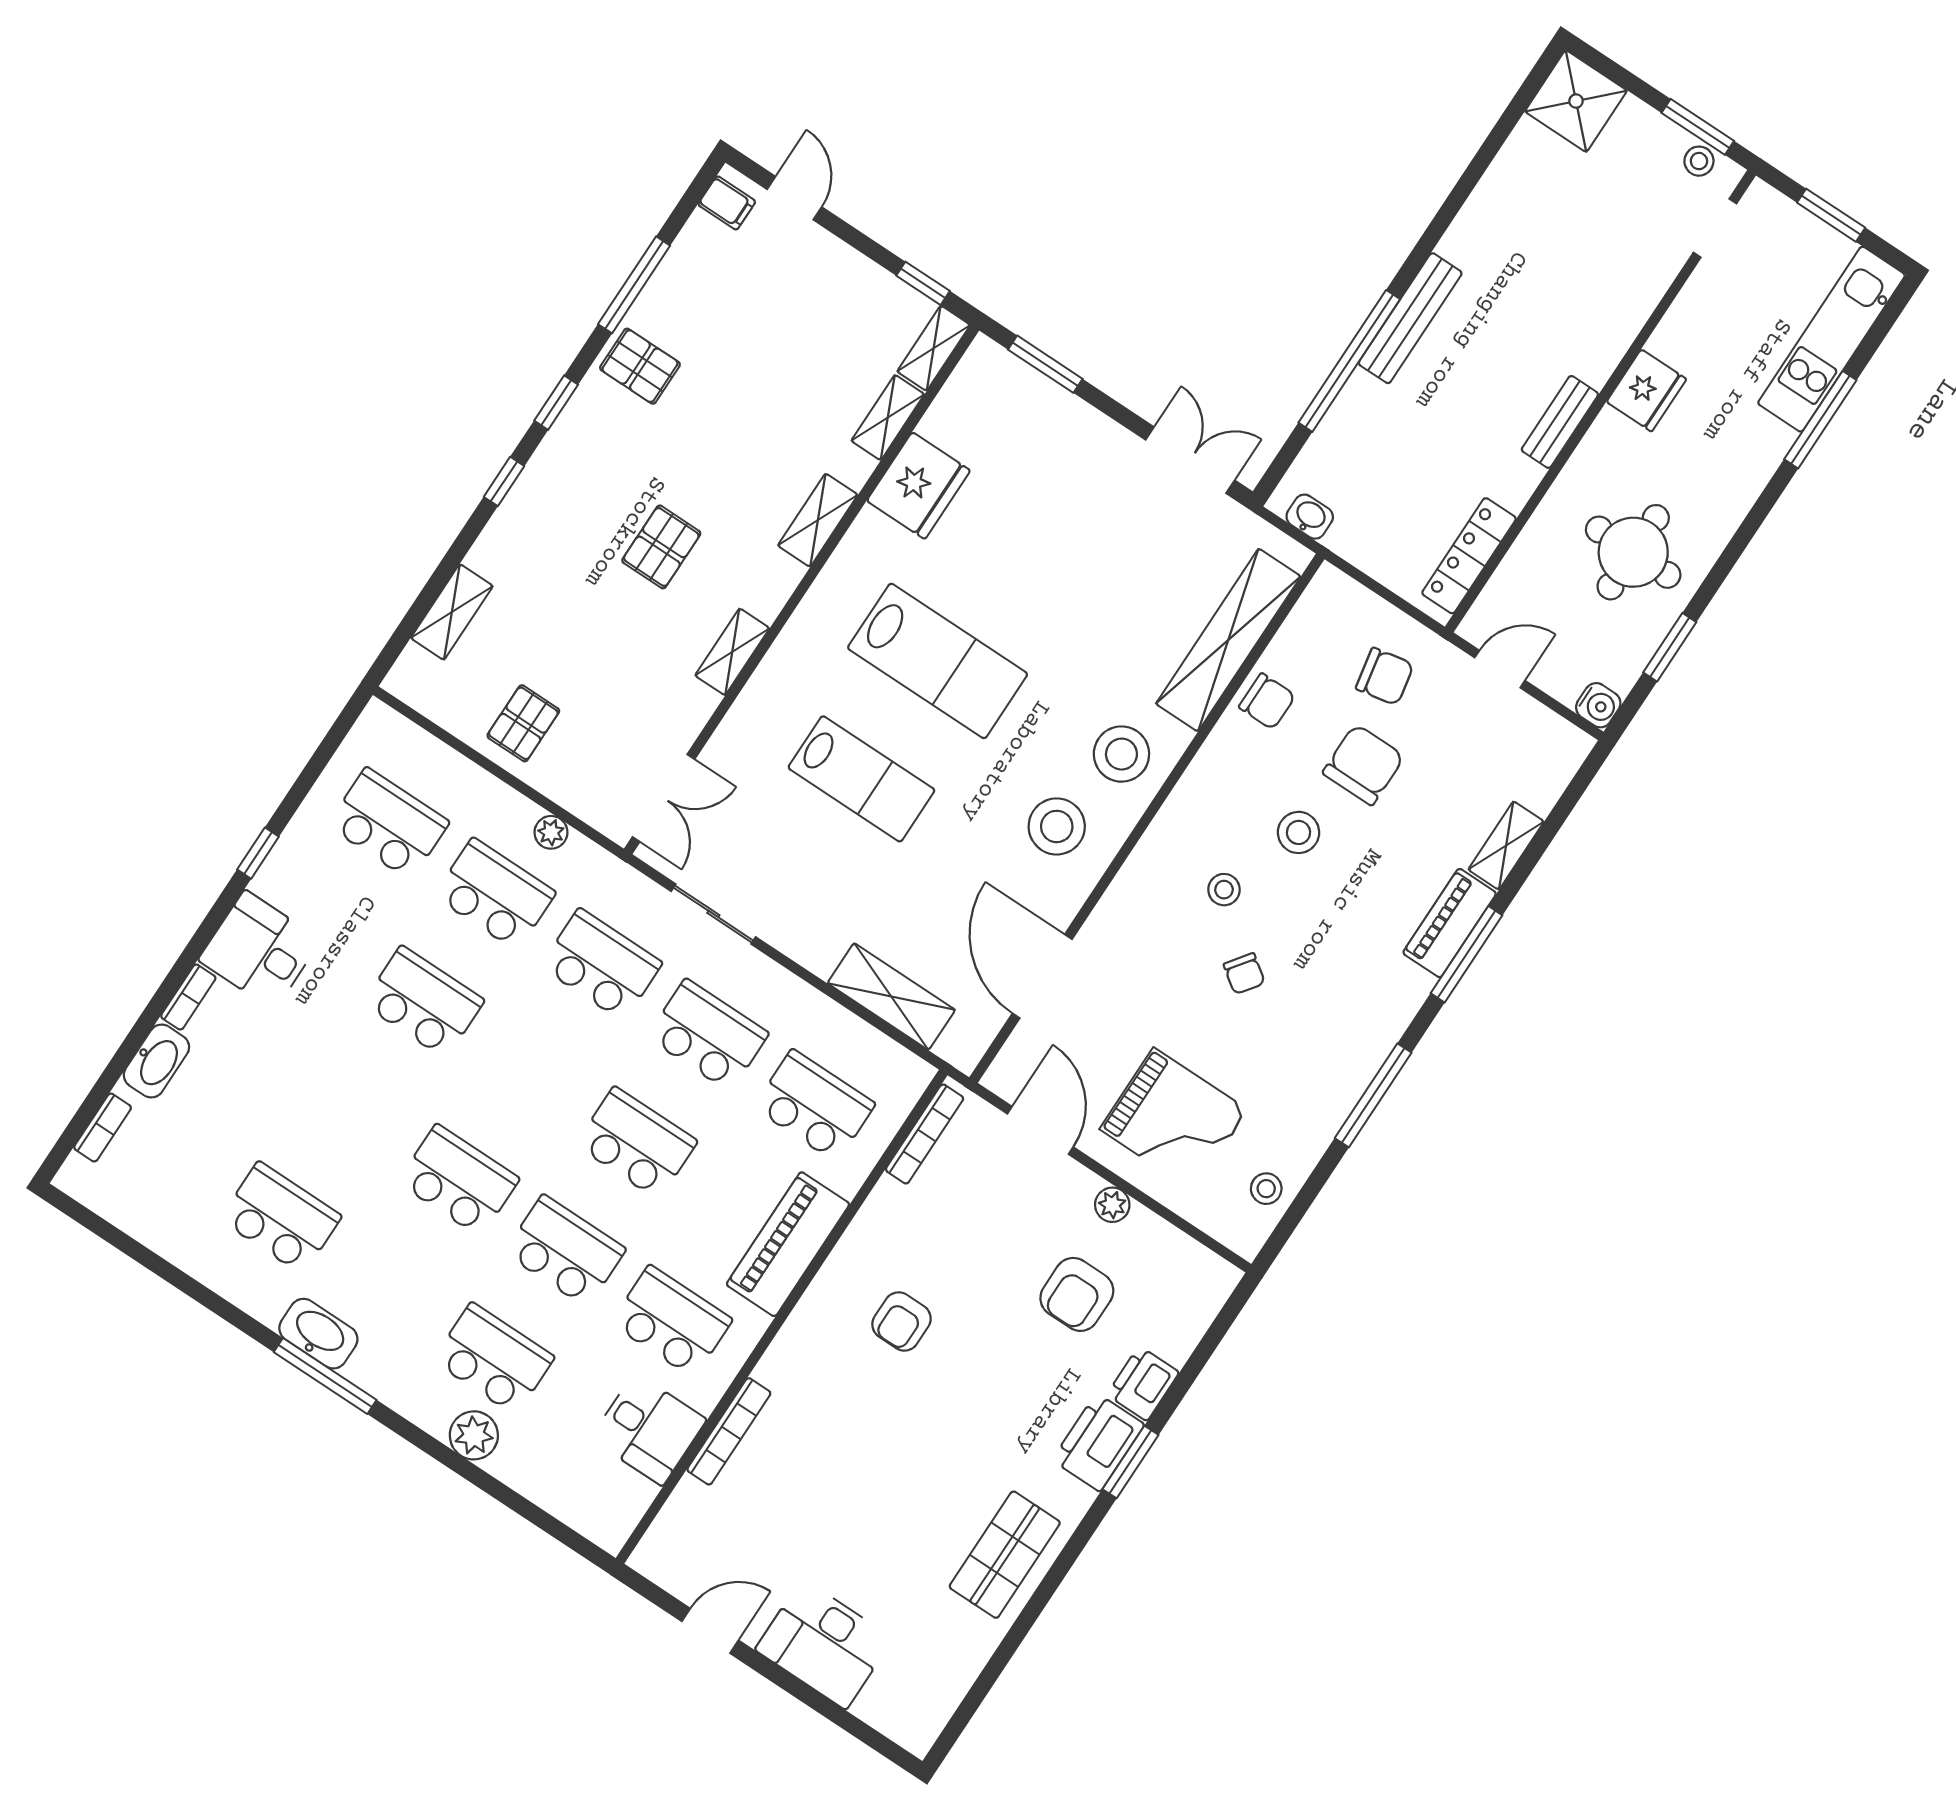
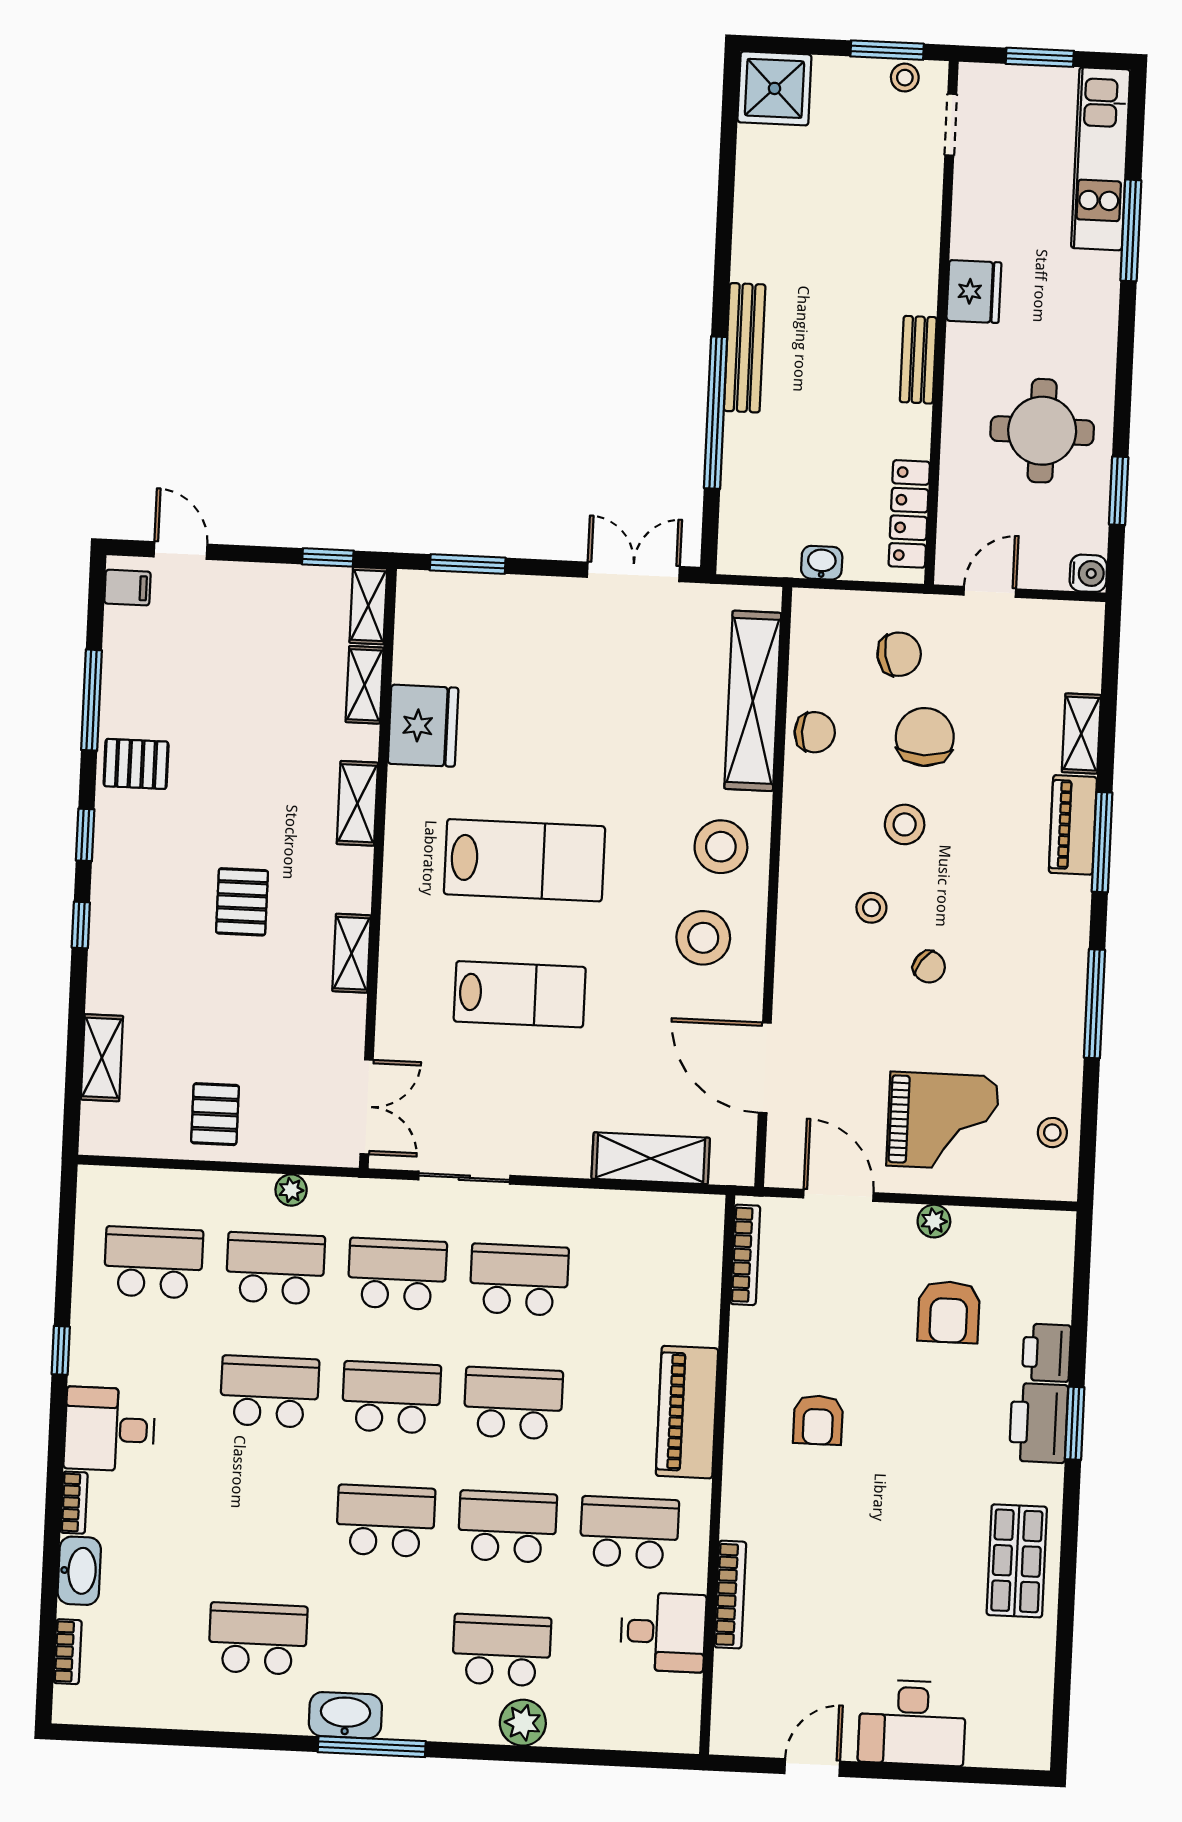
washbasin: (1310, 517) -> (822, 563), moved
school desk: (814, 1106) -> (391, 1397), moved

